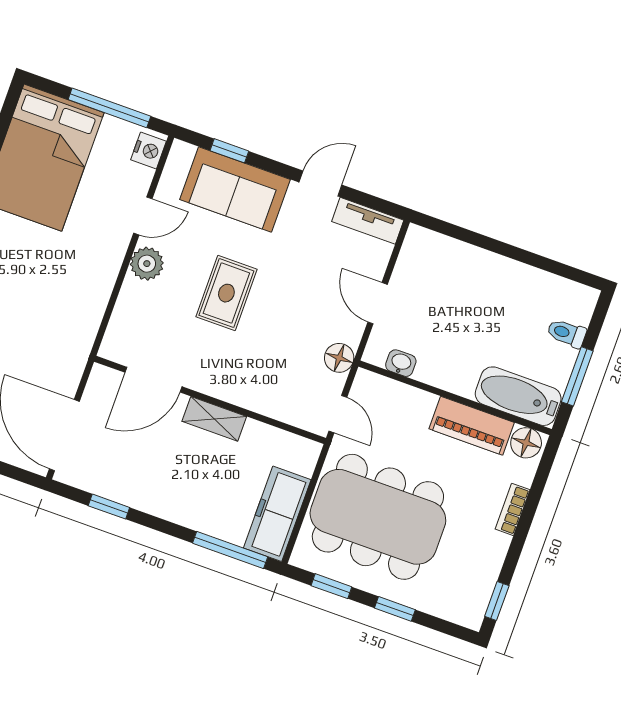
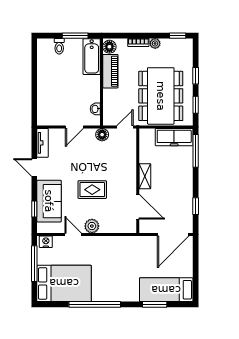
plant: (497, 545) -> (155, 43), added

